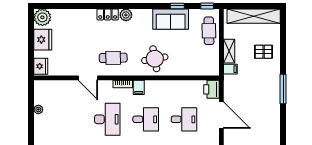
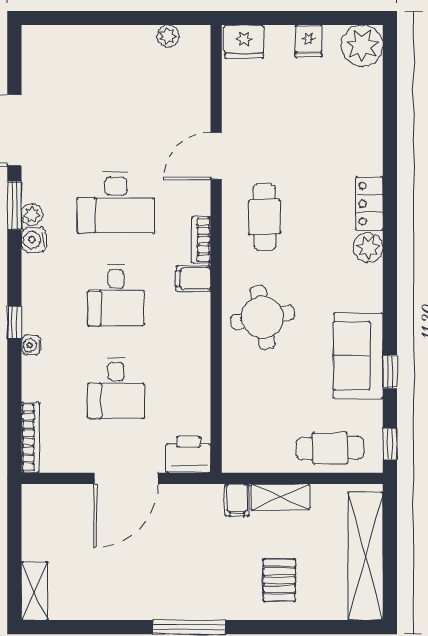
fridge: (43, 40) -> (309, 41), width x0.53, depth x0.75
plant: (38, 109) -> (168, 36), moved

